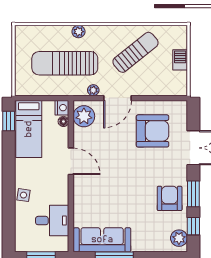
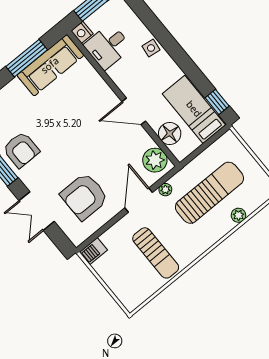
plant: (78, 32) -> (238, 215), moved
sun lounger: (135, 52) -> (156, 253), turned -51
barbecue: (180, 60) -> (93, 251), moved, turned 90
nightstand: (62, 108) -> (82, 32), moved
floor lamp: (63, 121) -> (170, 134), width x1.89, depth x1.89

